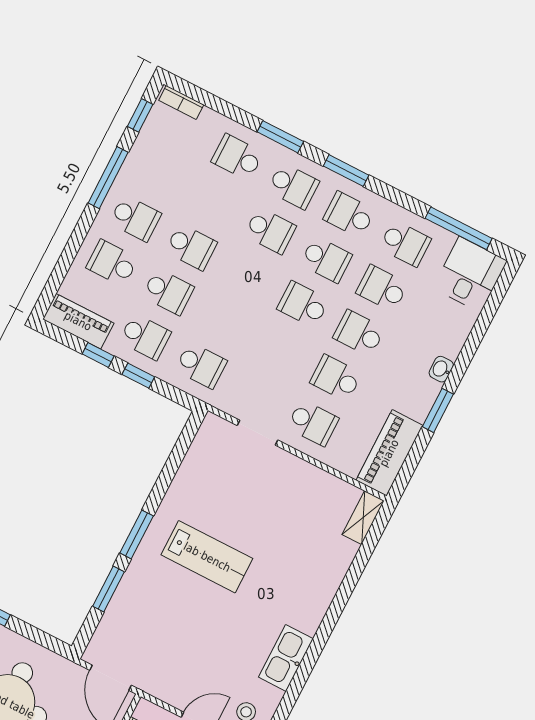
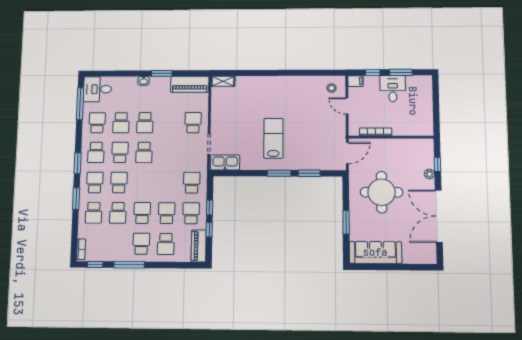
school desk: (336, 378) -> (118, 213), moved
kitchen sink: (286, 658) -> (225, 162), moved, turned 180

